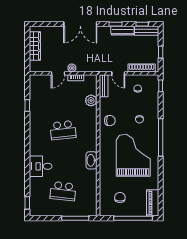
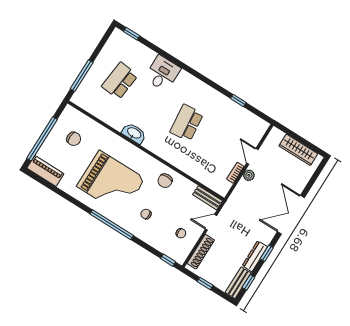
plant: (91, 100) -> (200, 174), removed

